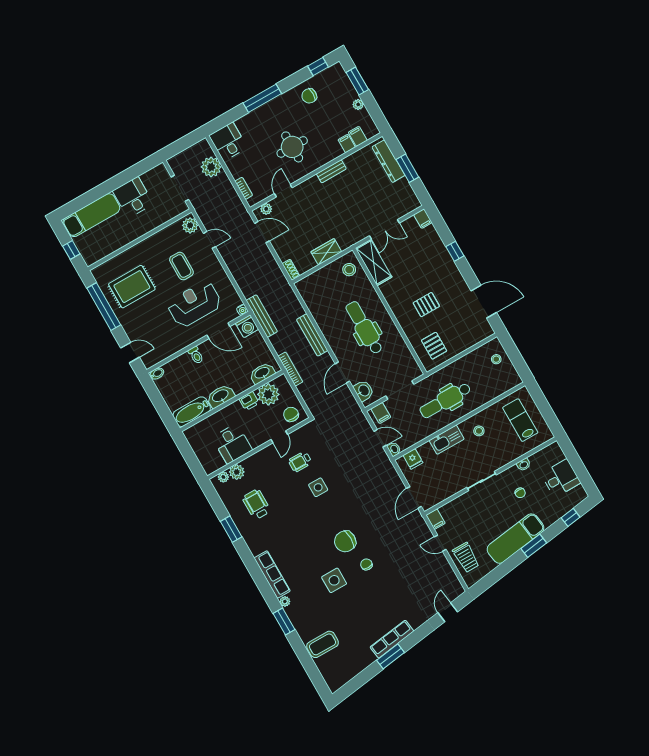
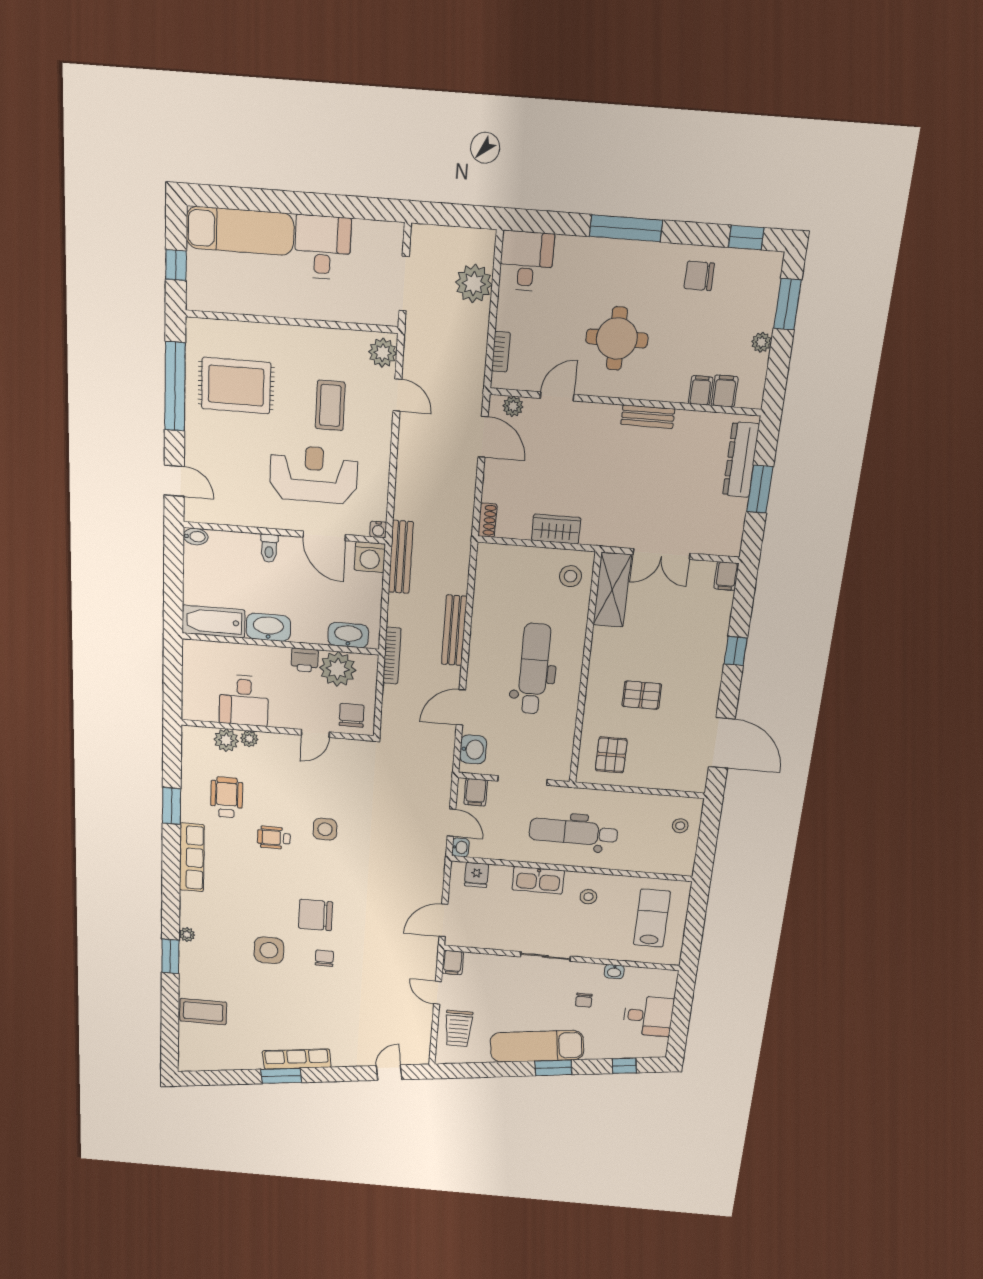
wheelchair: (300, 462) -> (274, 838), moved
plant: (223, 477) -> (249, 739), moved
row of seats: (272, 574) -> (192, 857), moved

